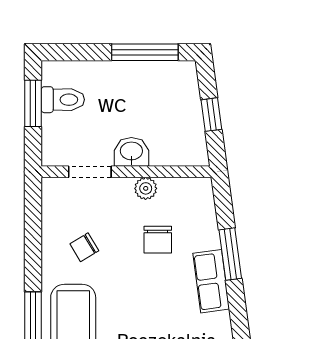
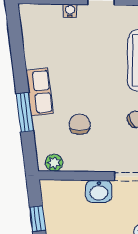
plant: (146, 188) -> (54, 163), moved

